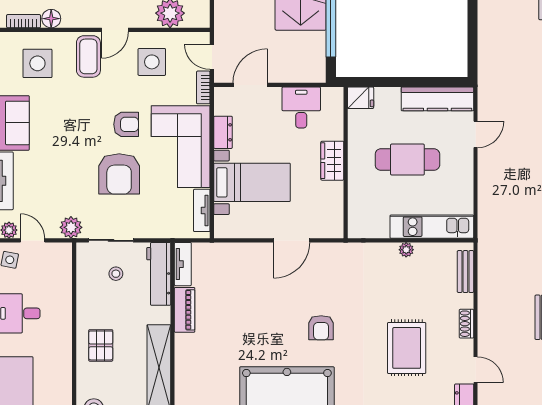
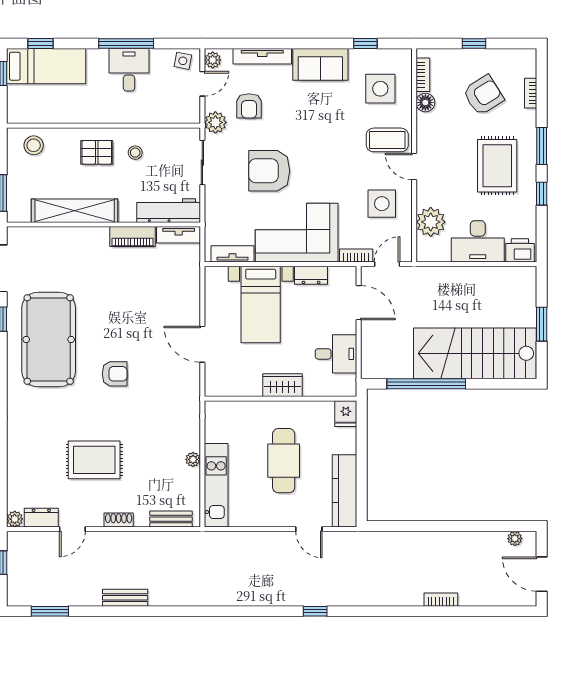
armchair: (126, 124) -> (249, 106), moved
stool: (116, 274) -> (135, 153), moved
armchair: (321, 328) -> (115, 374), turned 180

